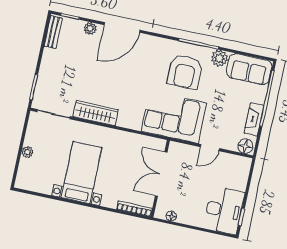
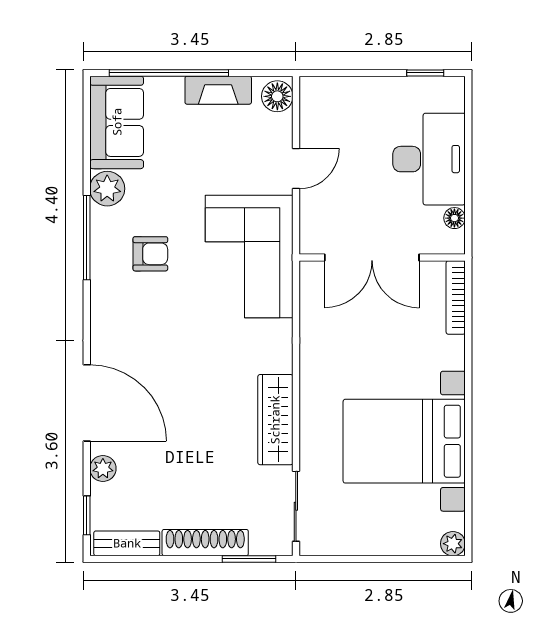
shoe rack: (46, 68) -> (205, 543), added
armchair: (185, 72) -> (150, 254), width x0.53, depth x0.53
door: (210, 148) -> (296, 169), hinge flipped
plant: (27, 152) -> (453, 544), moved
bed with nightstands: (81, 173) -> (404, 441), width x1.36
desk: (224, 210) -> (429, 159), moved, turned 90

